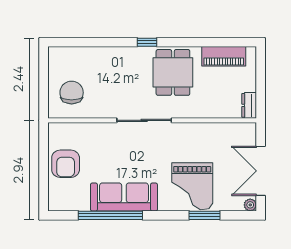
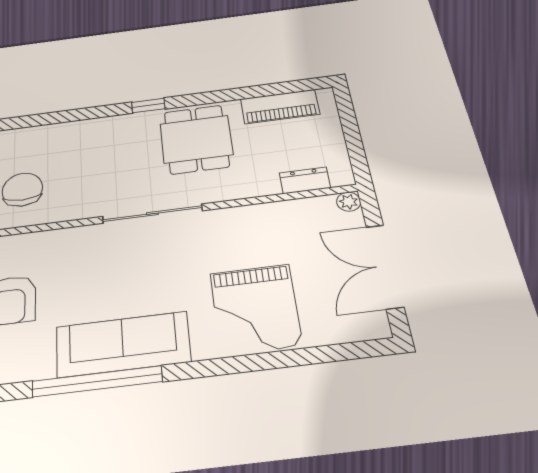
dresser: (249, 105) -> (305, 180), moved, turned 90
plant: (250, 205) -> (349, 202), moved
window: (204, 215) -> (288, 358), removed

